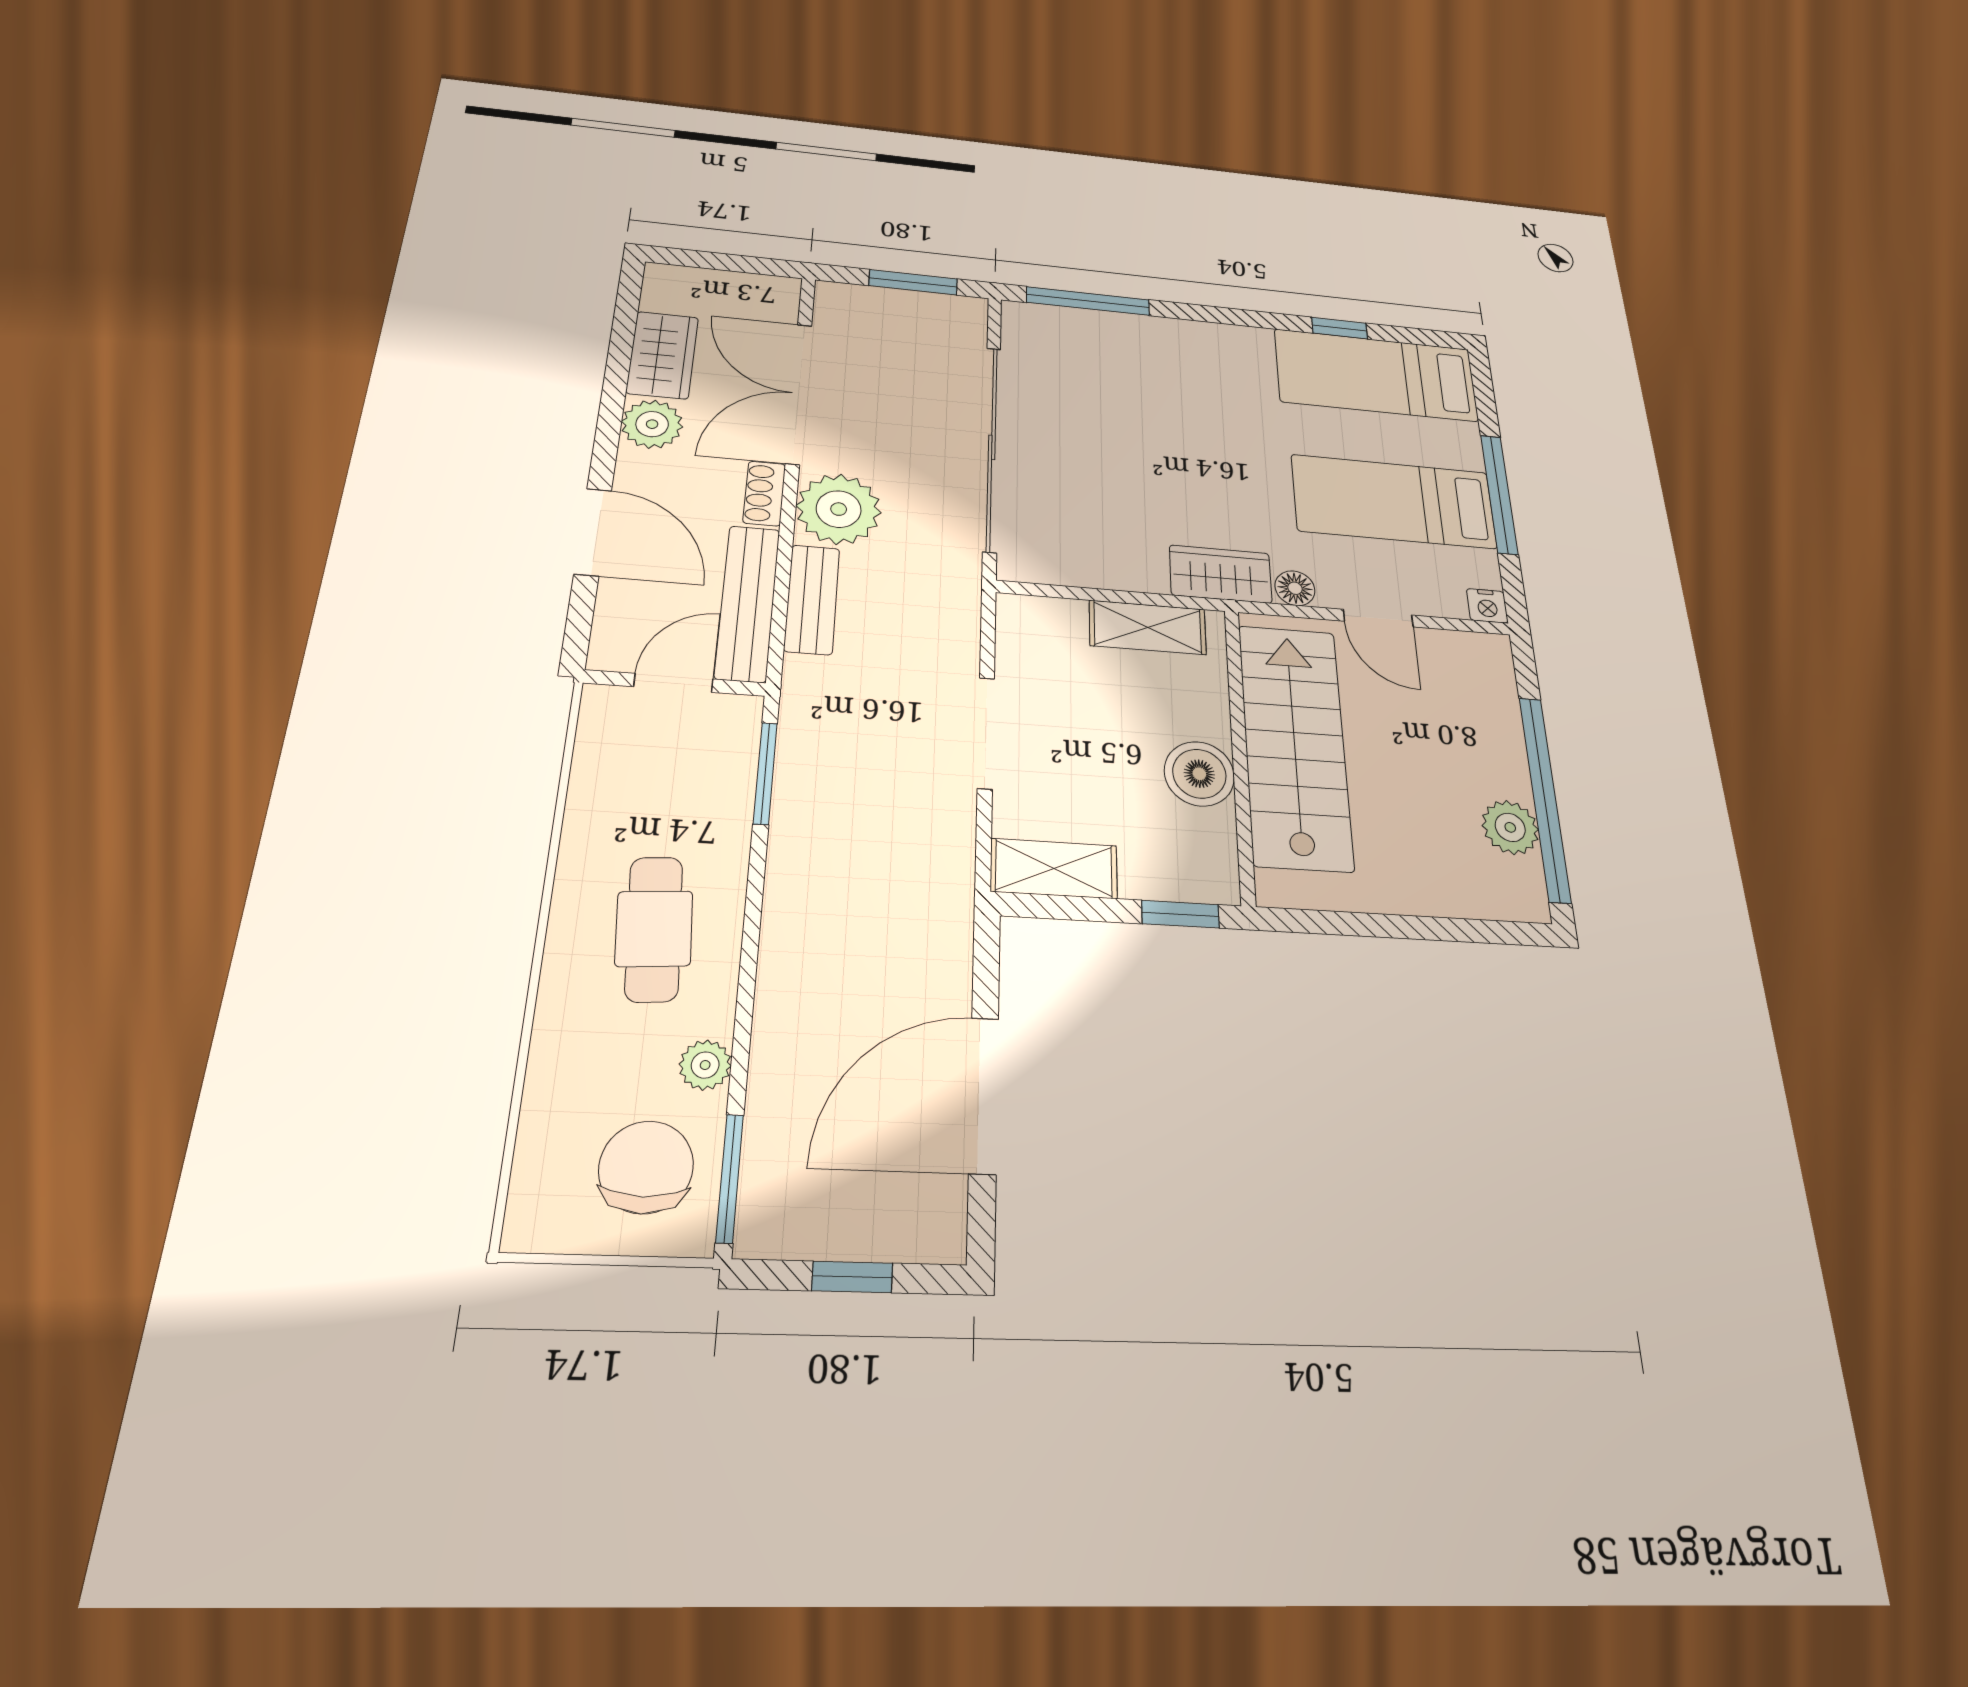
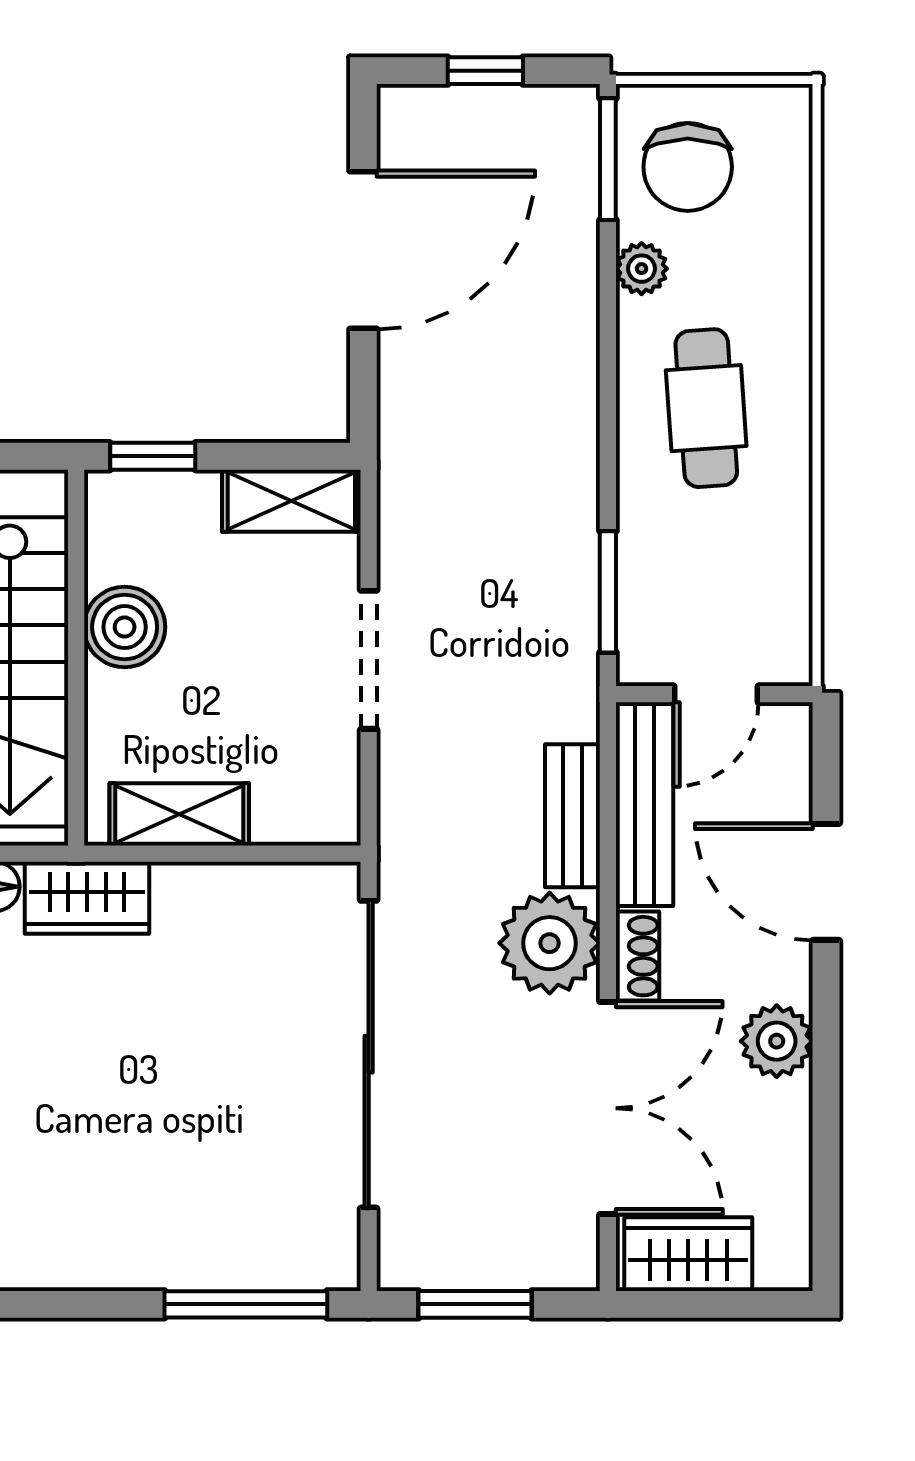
wardrobe: (662, 355) -> (688, 1254), moved, turned 90

